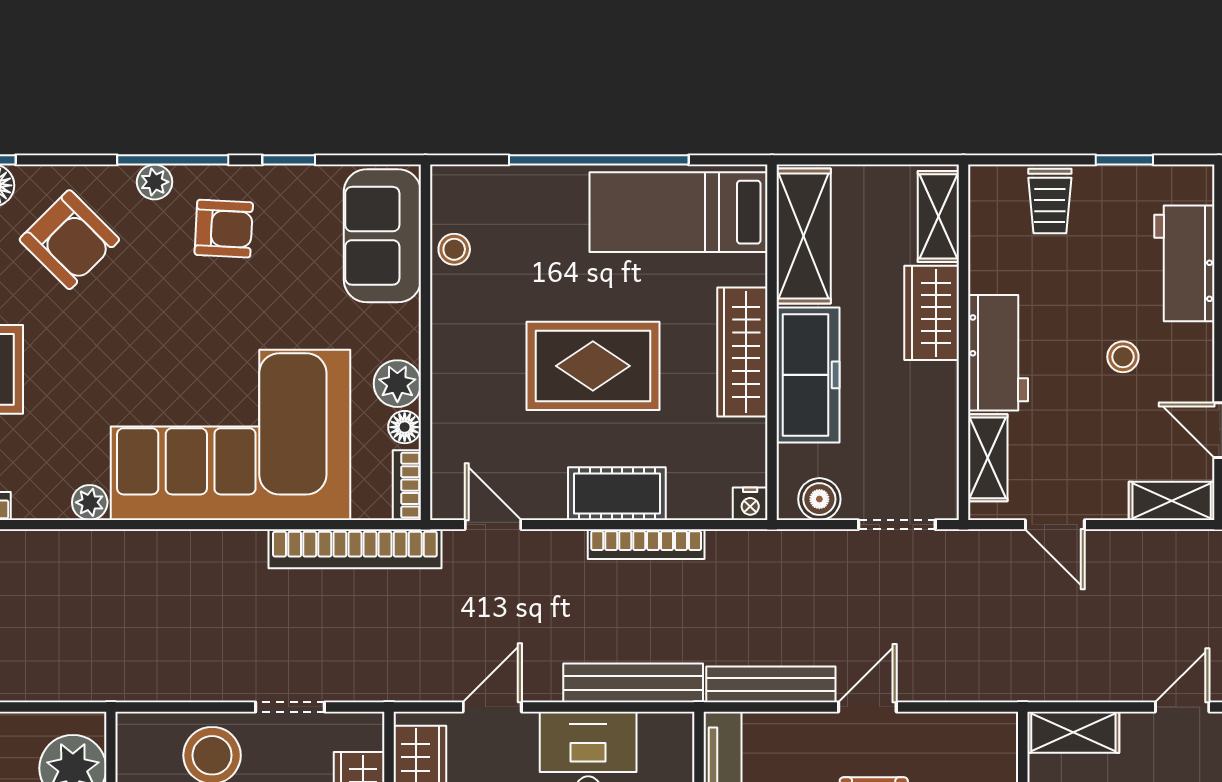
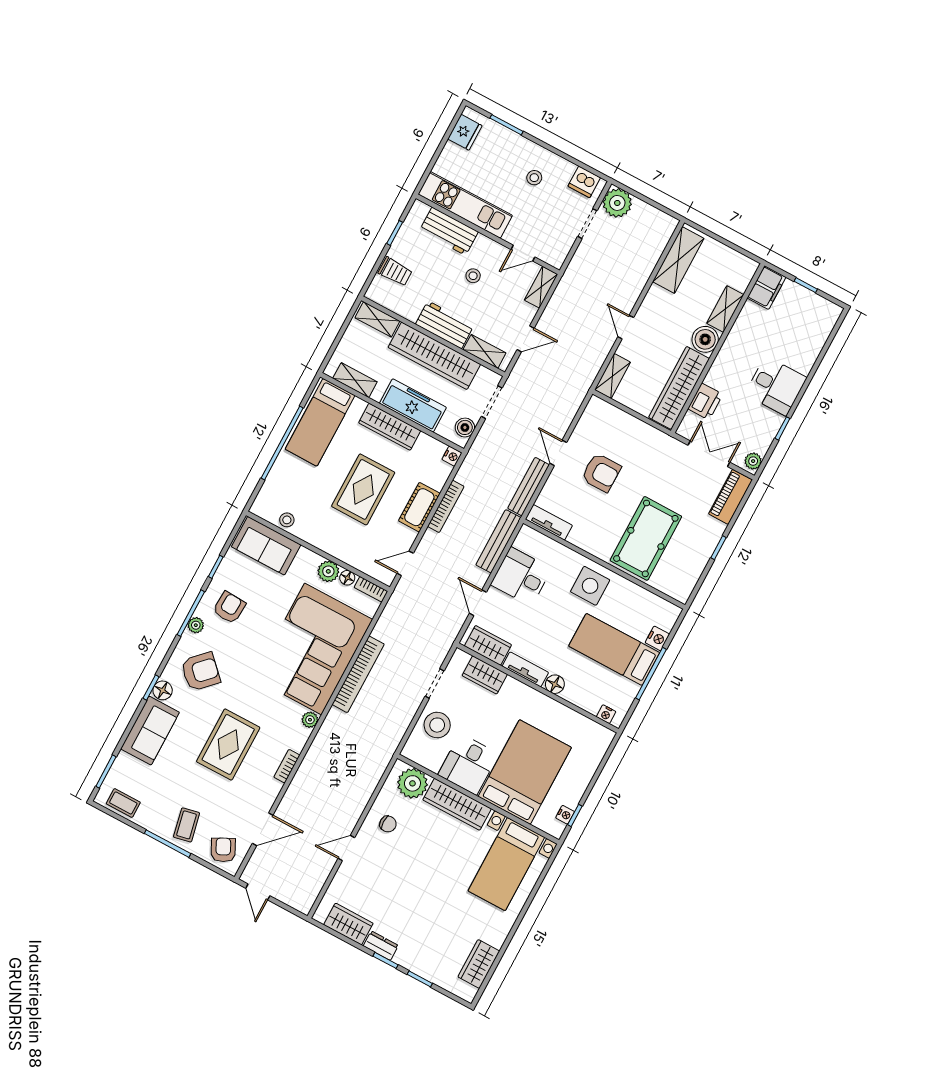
shelving: (804, 236) -> (355, 380), width x0.67, depth x0.75
wardrobe: (932, 313) -> (434, 356), width x2.10, depth x1.17
bookcase: (355, 549) -> (358, 674), moved

